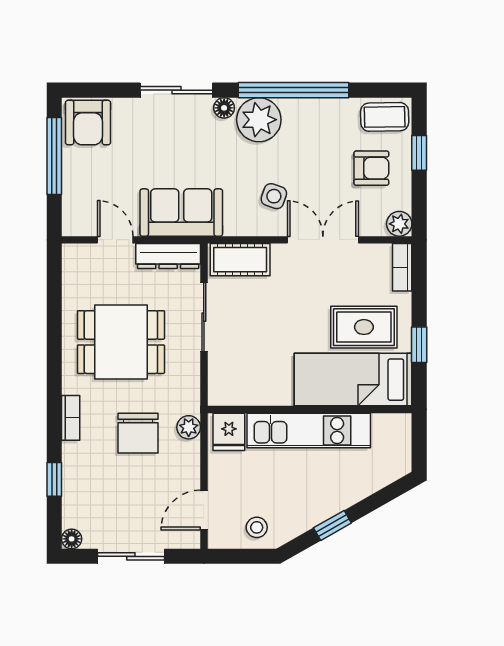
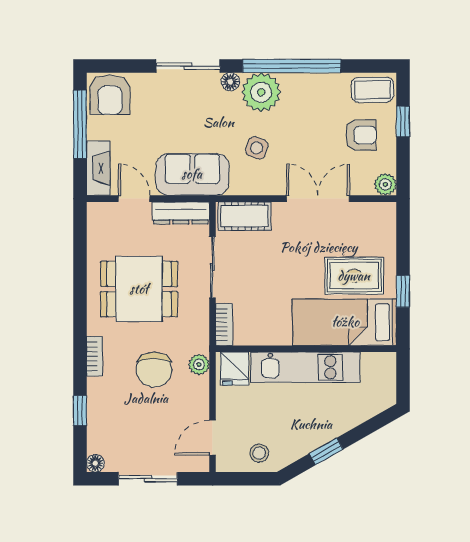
side table: (274, 196) -> (257, 148), moved
fireplace: (75, 206) -> (98, 168), added
bookcase: (402, 267) -> (224, 325), moved, turned 180

